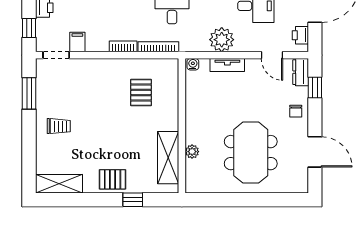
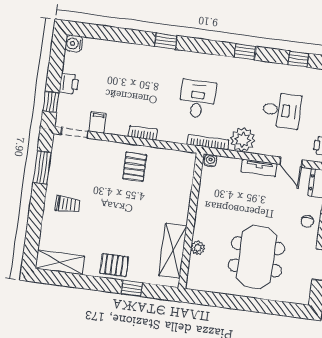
bookcase: (158, 47) -> (208, 142), moved
tv unit: (227, 65) -> (259, 168), moved
pallet: (141, 93) -> (135, 167), moved

